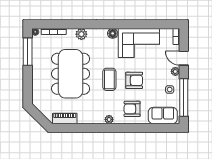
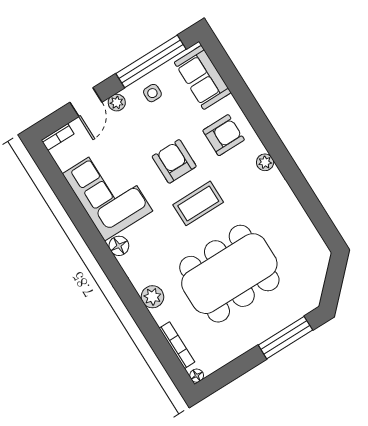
window: (28, 52) -> (285, 338), moved
armchair: (132, 109) -> (224, 135), turned -90
piano: (65, 118) -> (309, 237), removed

